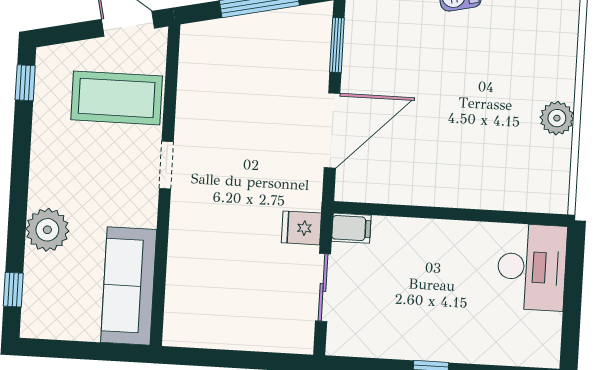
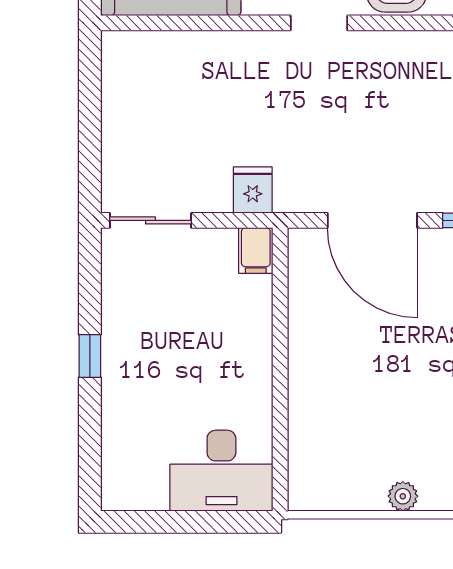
plant: (557, 118) -> (403, 496), width x0.73, depth x0.73
sliding door: (323, 287) -> (150, 220), moved

